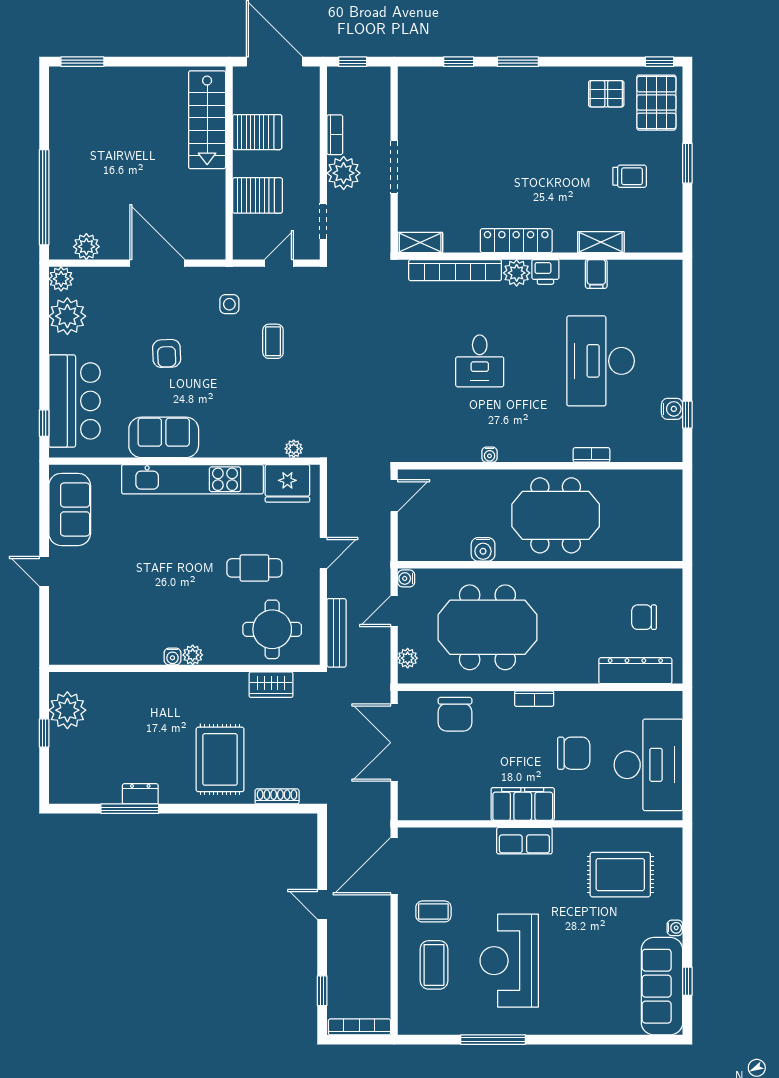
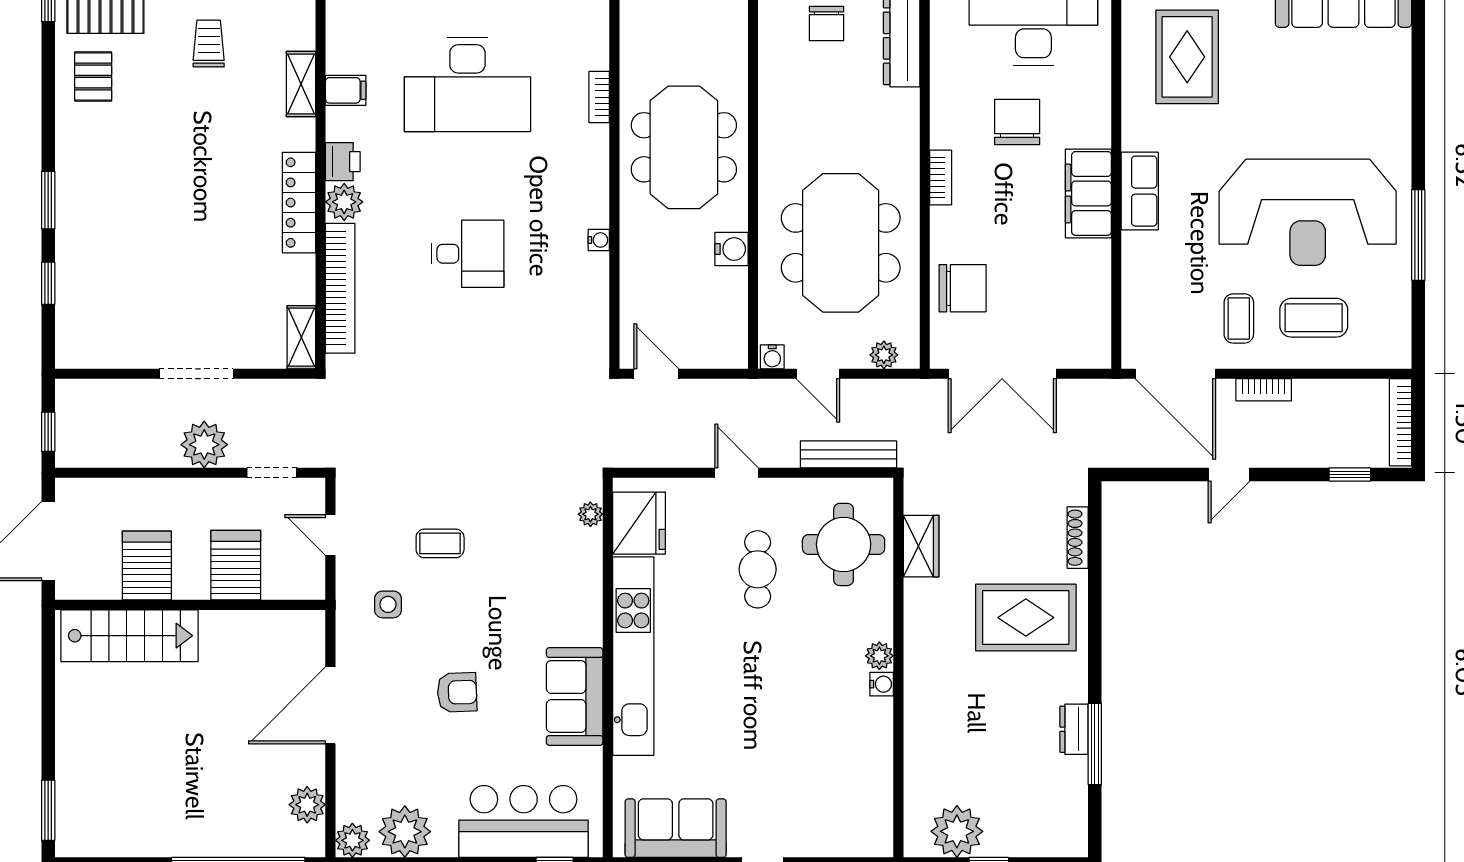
bookcase: (335, 135) -> (1264, 390), moved, turned 180
reception desk: (509, 961) -> (1308, 212), width x1.36, depth x1.30

